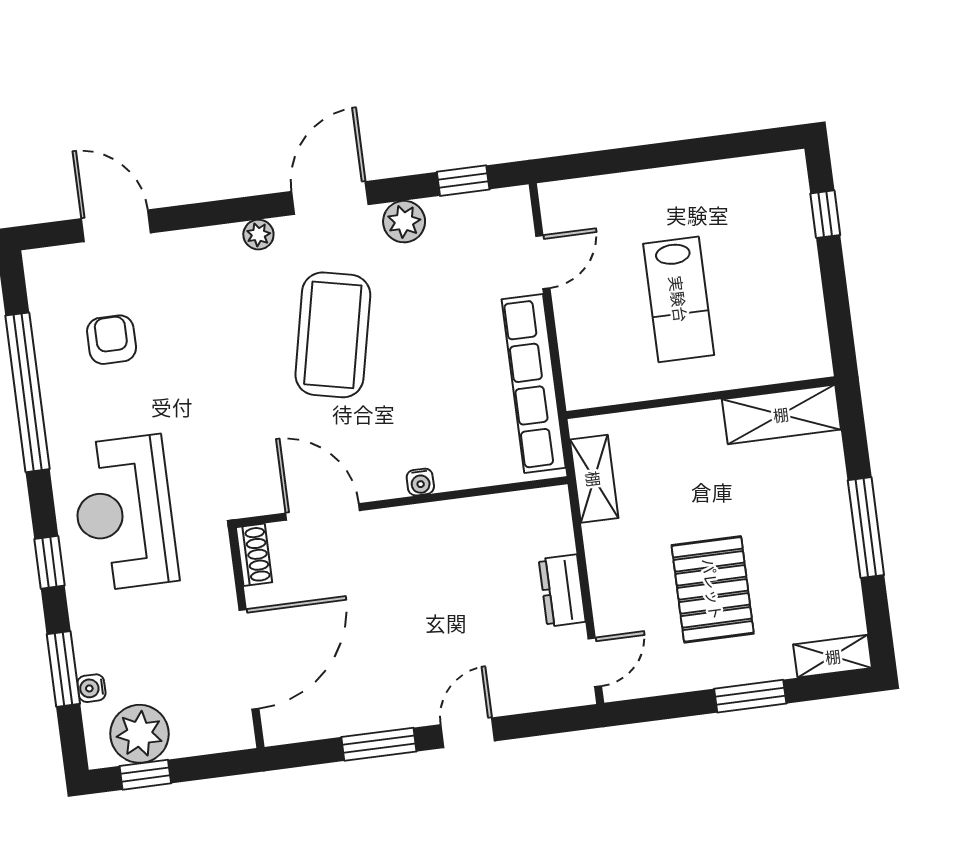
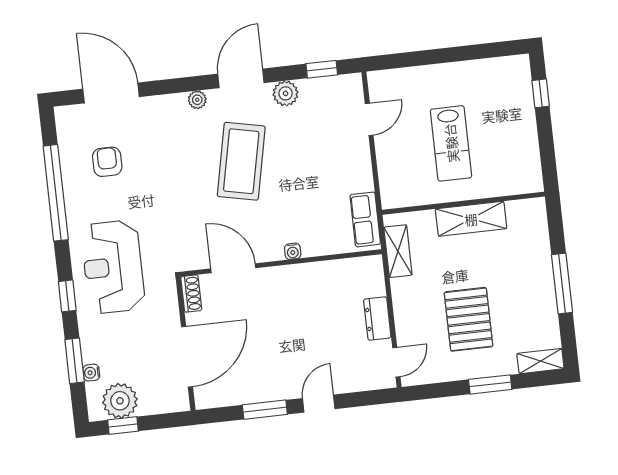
door: (116, 226) -> (111, 93), width x1.36
row of seats: (534, 384) -> (365, 219), width x0.50
shelving: (781, 414) -> (471, 219), moved

